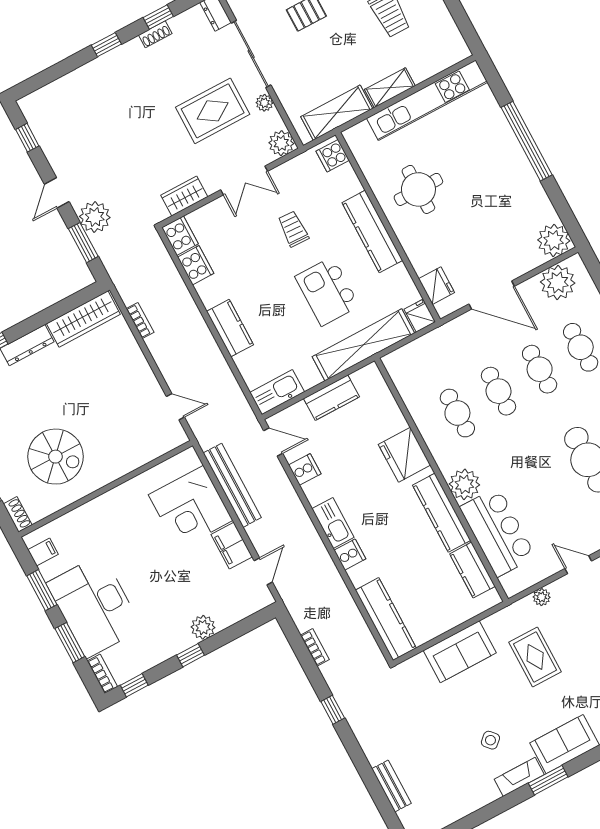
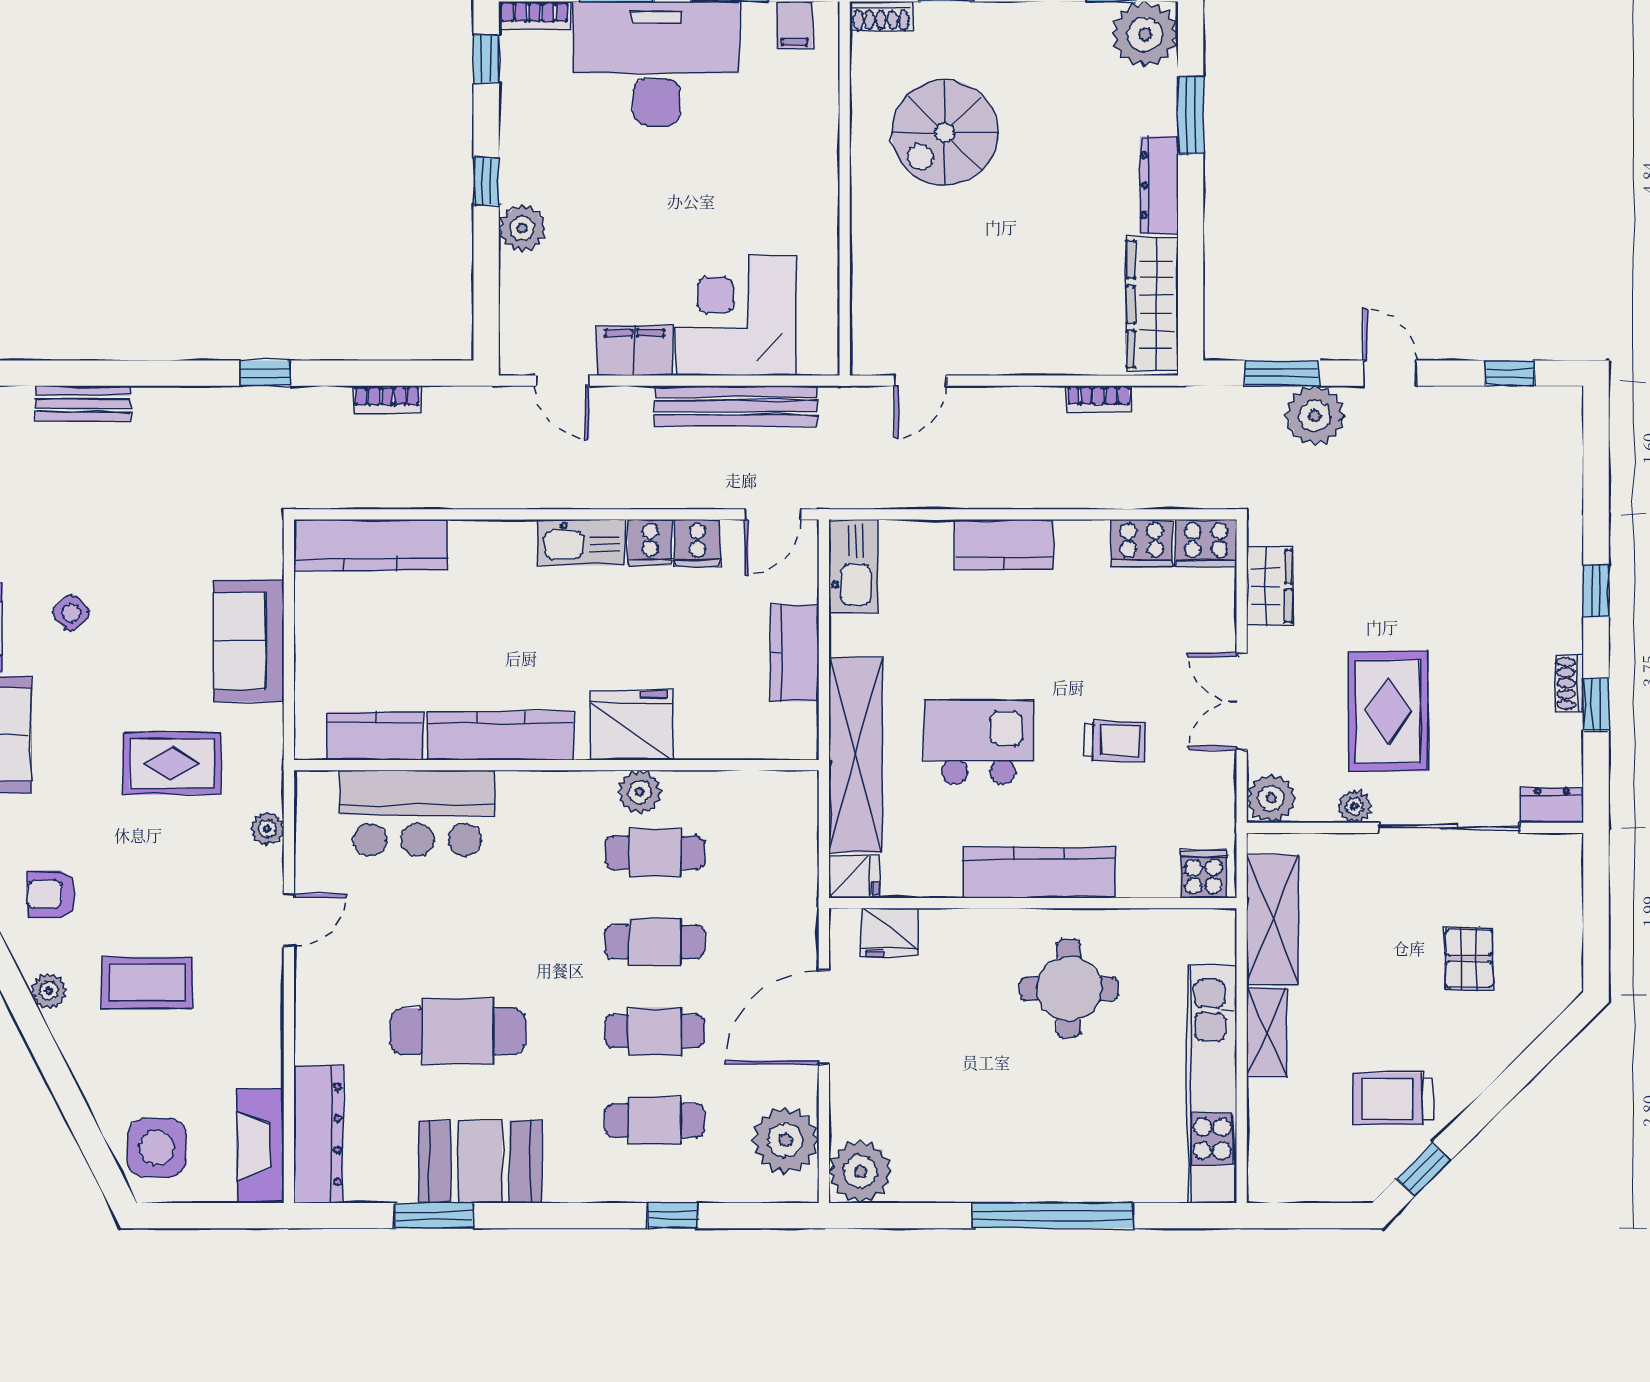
plant: (464, 484) -> (639, 792), moved, width x0.73, depth x0.73
cooker: (350, 555) -> (650, 543), moved

